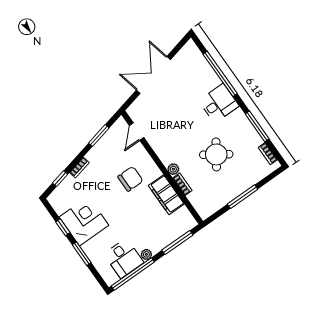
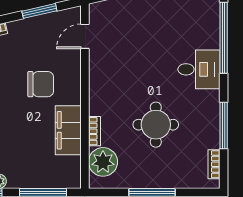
round table: (216, 154) -> (156, 125), turned -34
plant: (173, 169) -> (103, 162), moved, width x1.87, depth x1.87

